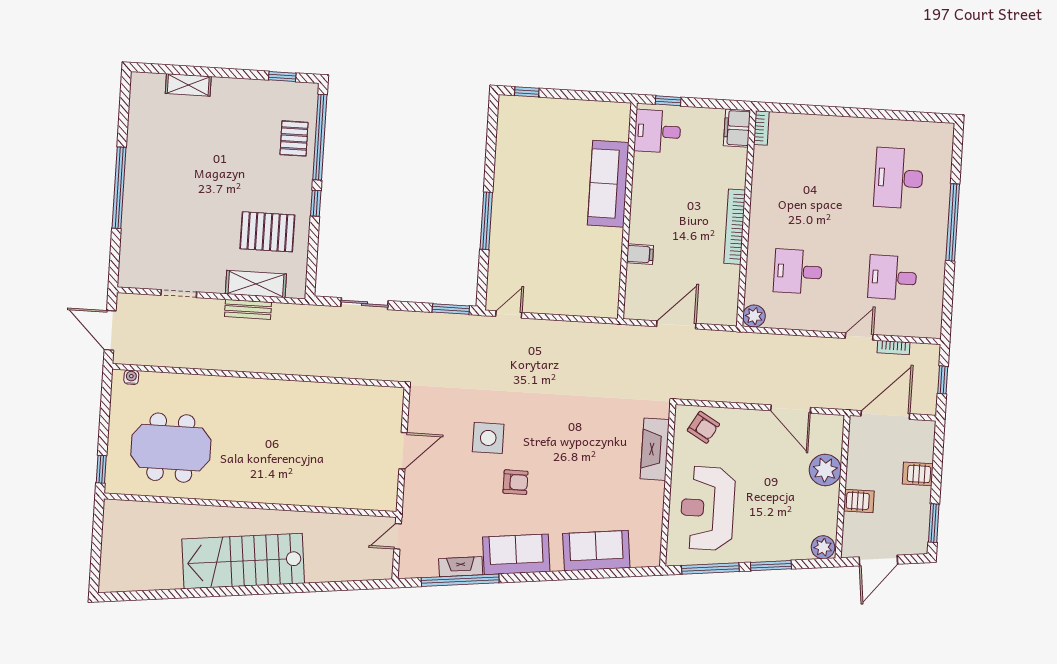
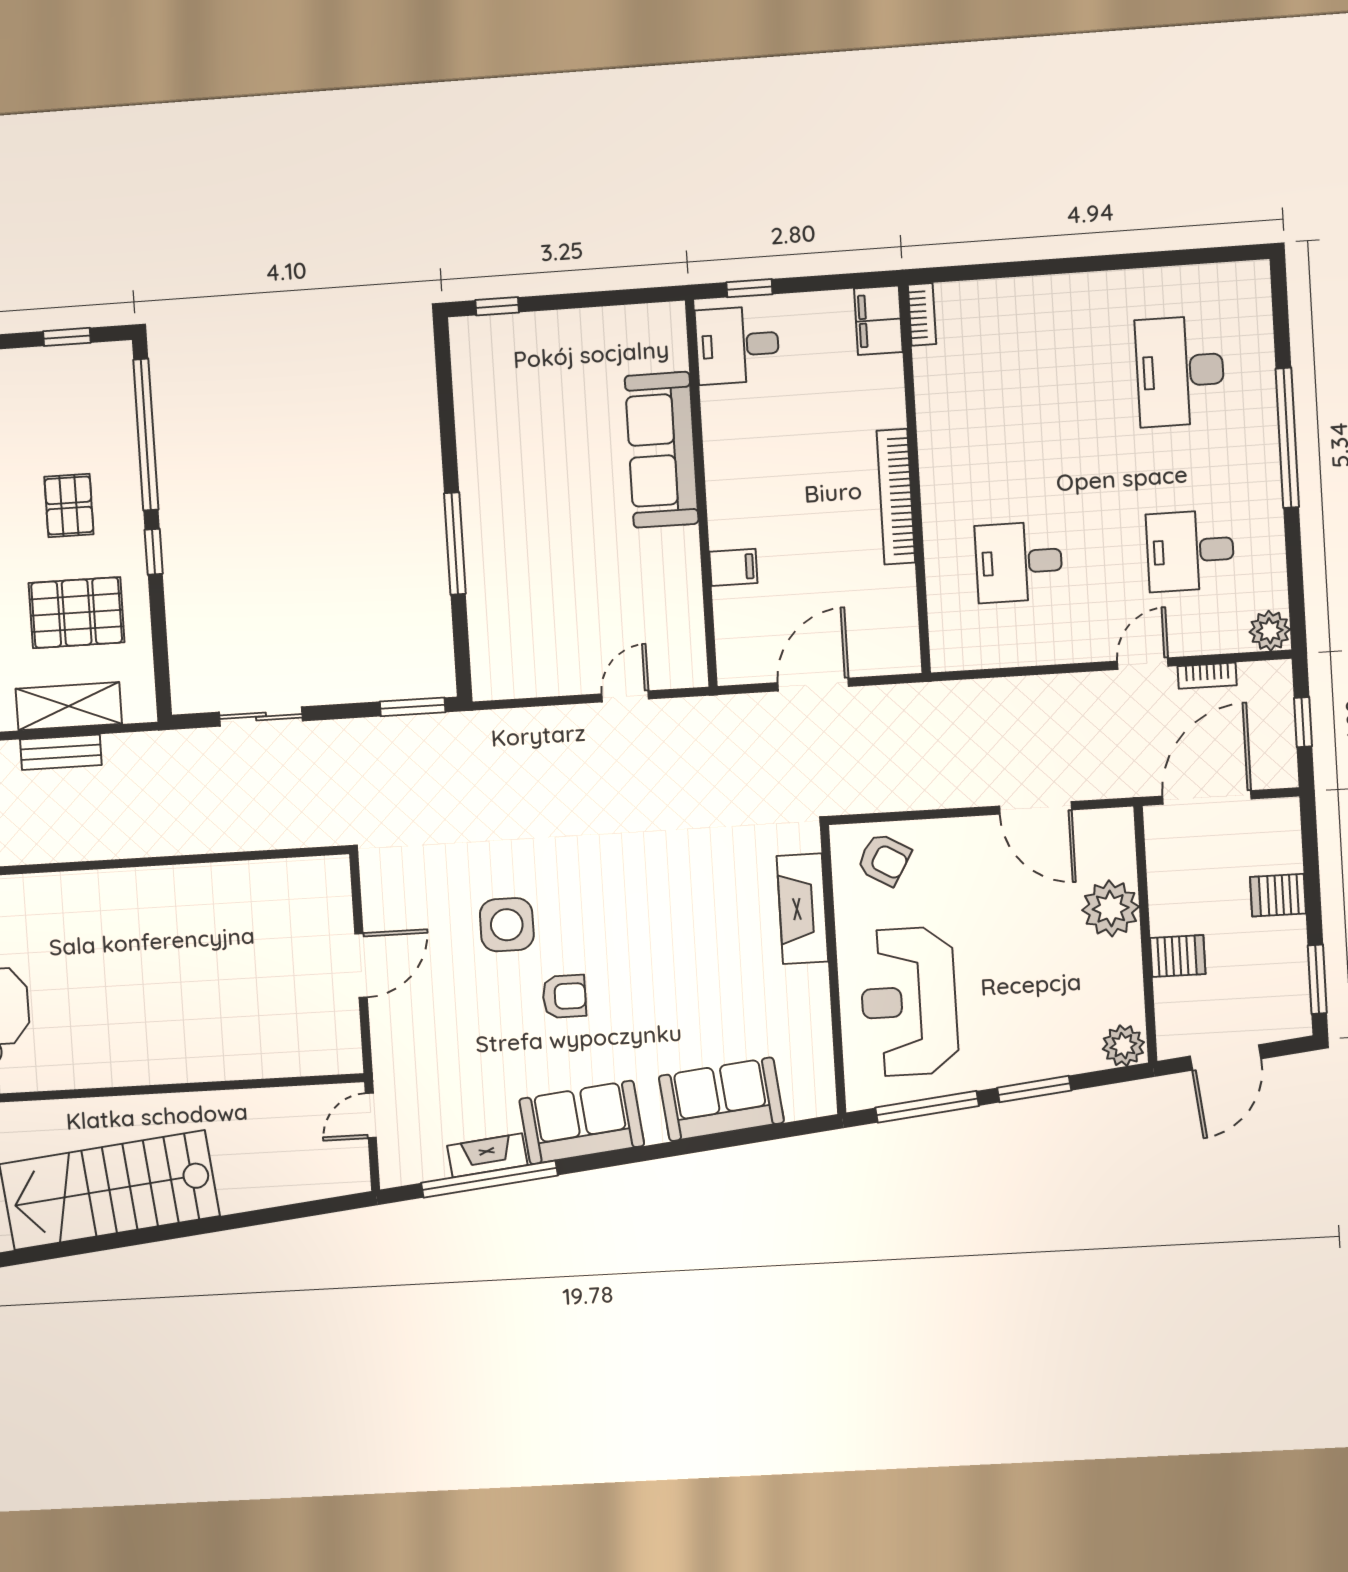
pallet: (294, 138) -> (69, 505), moved
door: (509, 314) -> (625, 696), moved
plant: (754, 316) -> (1270, 631), moved

